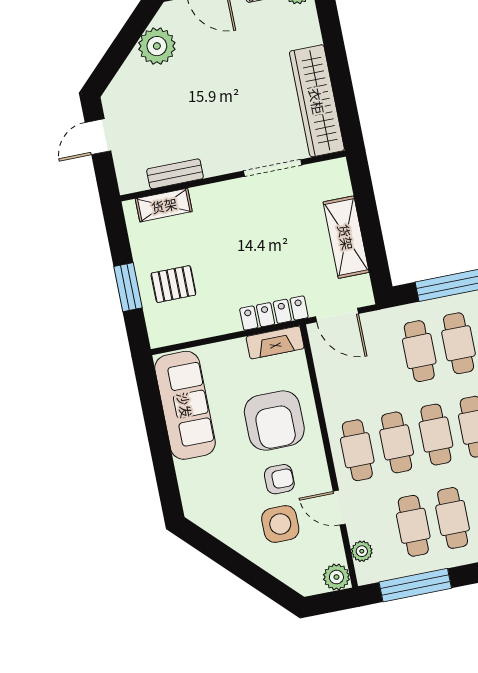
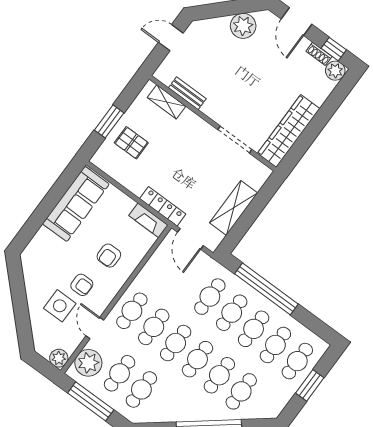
armchair: (274, 421) -> (109, 256), width x0.53, depth x0.53
plant: (362, 551) -> (88, 363), width x1.87, depth x1.87

